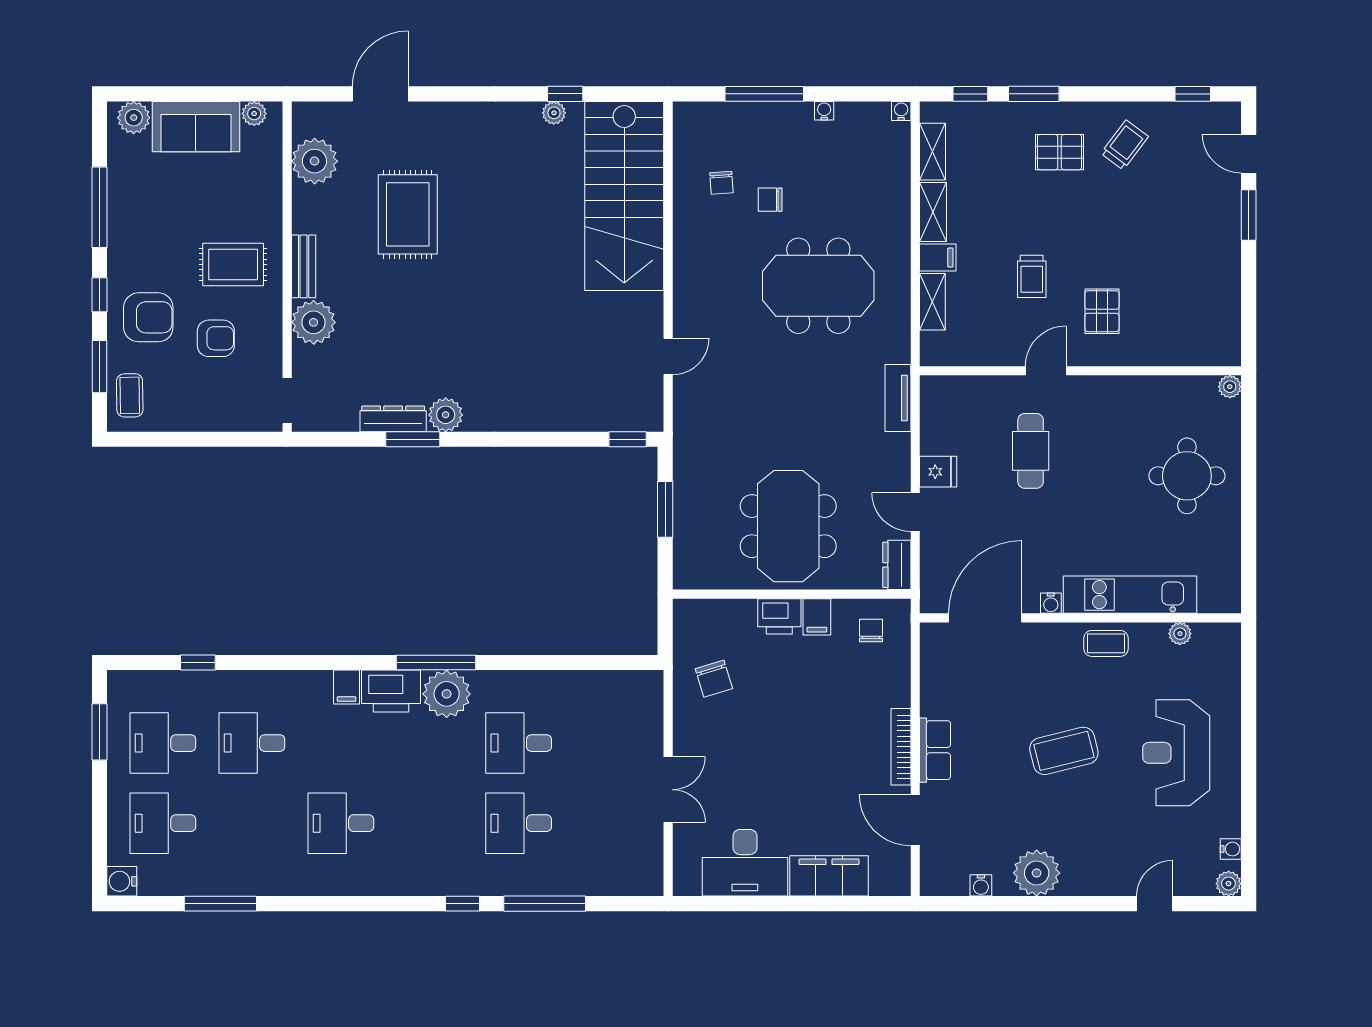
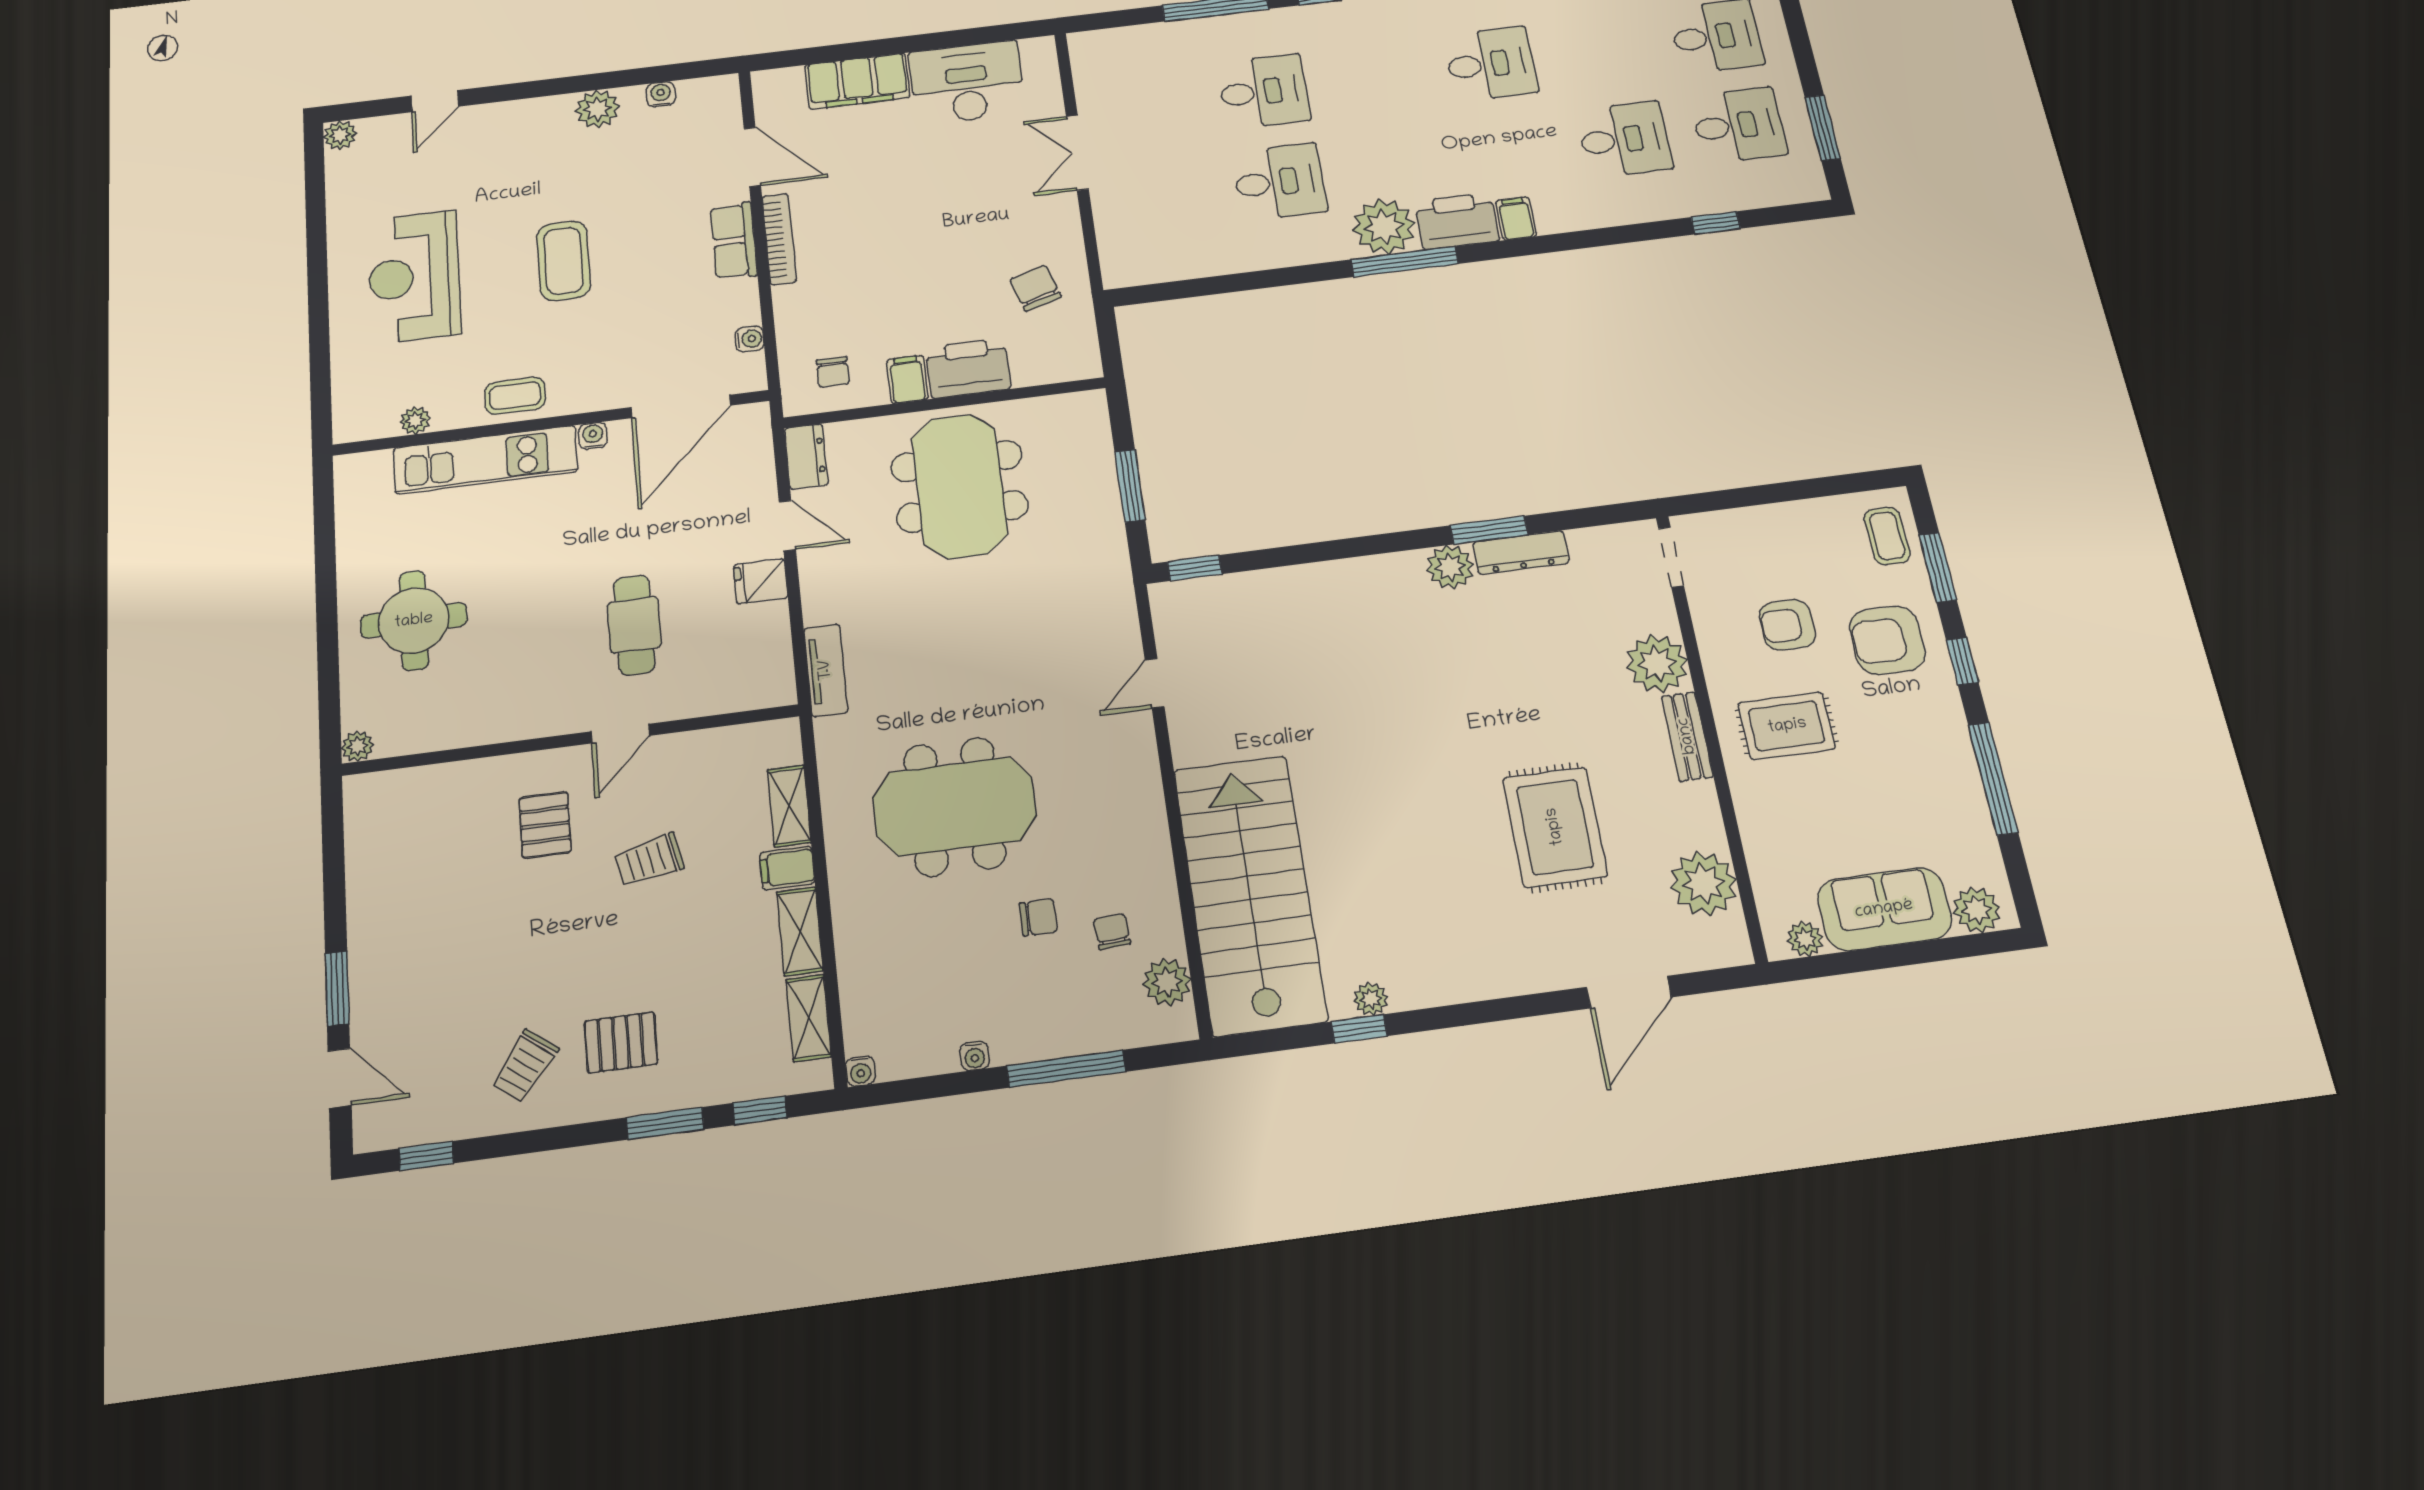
plant: (689, 143) -> (1167, 982), added
trolley: (1032, 276) -> (649, 860), turned -102
printer: (779, 616) -> (968, 368), width x1.37, depth x1.19
coffee table: (1064, 751) -> (564, 261), turned -76
reception desk: (1176, 753) -> (414, 277), turned 180
water cooler: (1231, 849) -> (750, 339), moved, turned 180
plant: (1037, 873) -> (597, 109), width x0.73, depth x0.73

